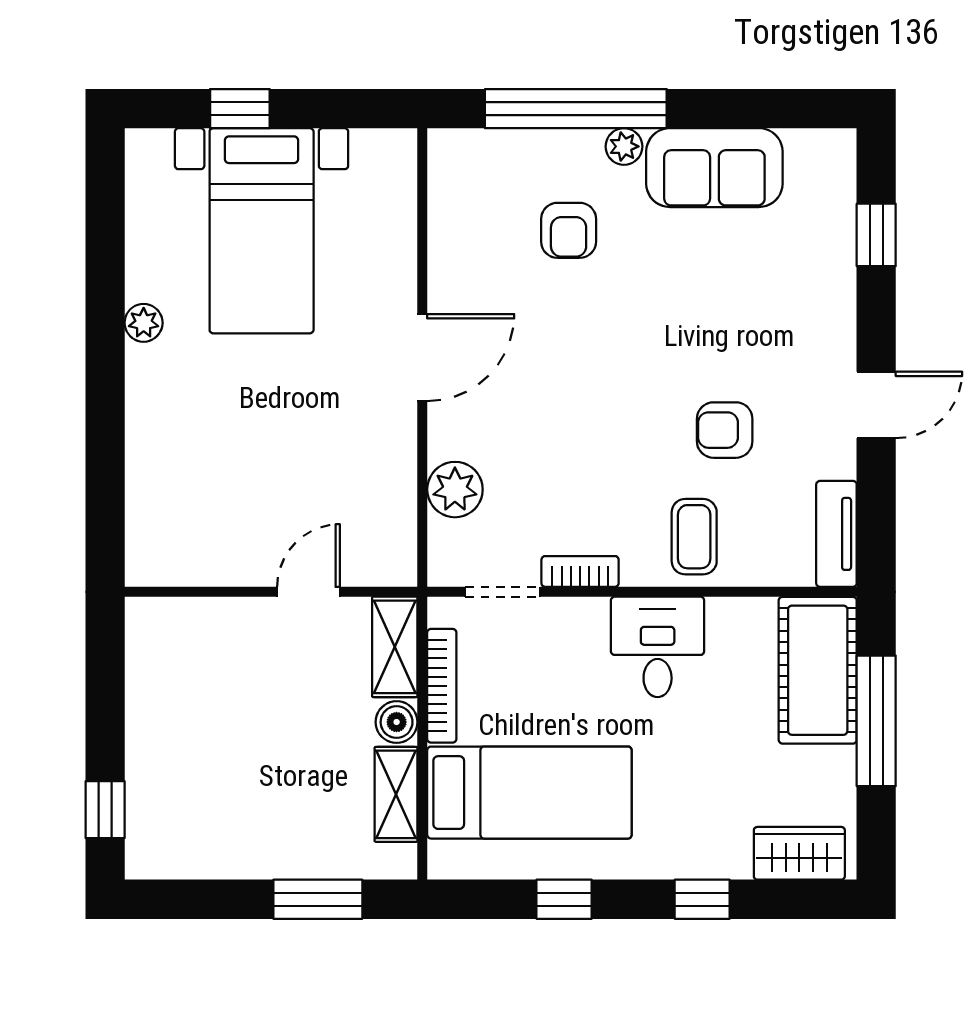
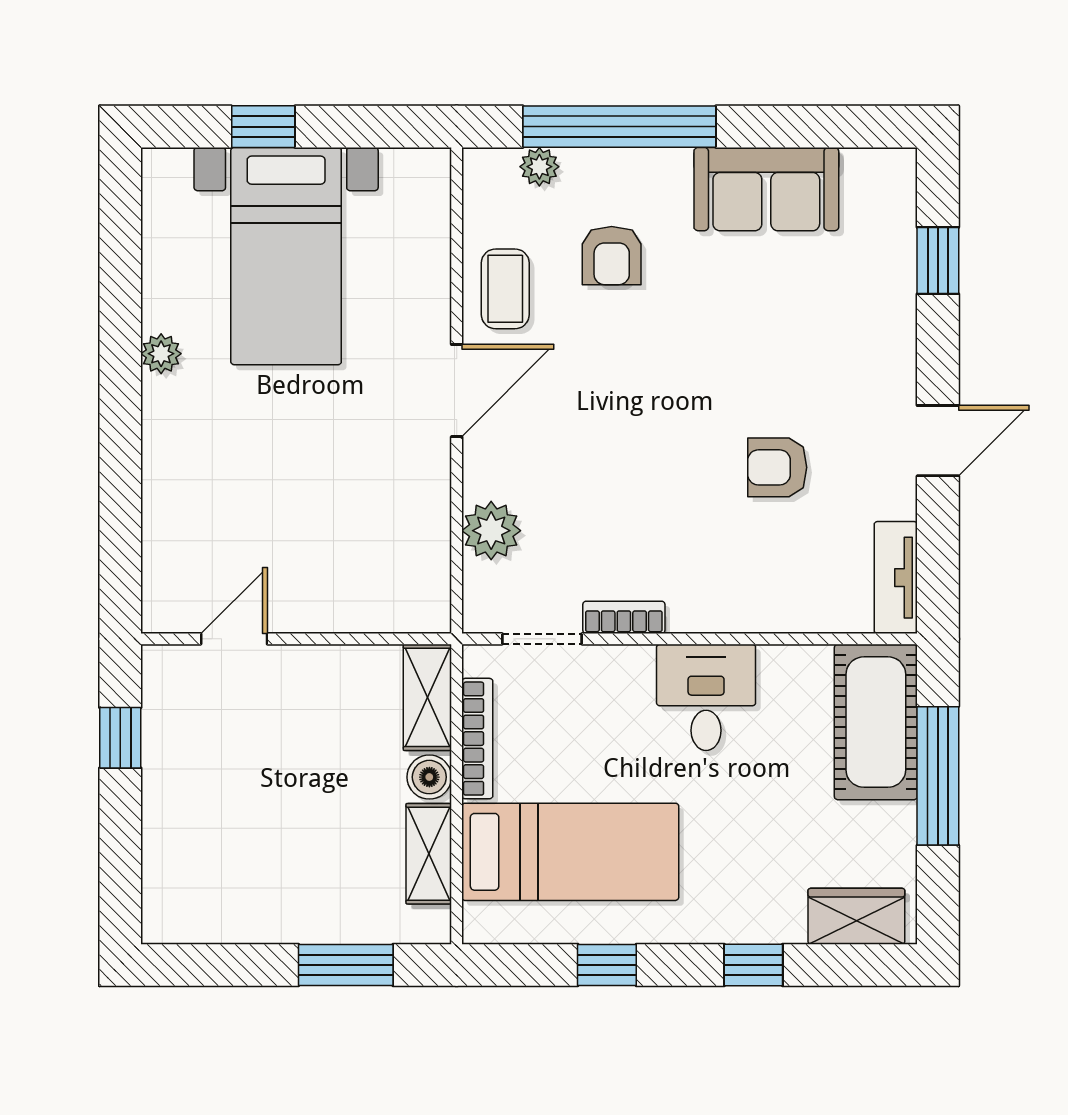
plant: (624, 146) -> (539, 167), moved
coffee table: (694, 537) -> (505, 289), moved
door: (309, 592) -> (234, 639), moved
window: (105, 810) -> (120, 738), moved

